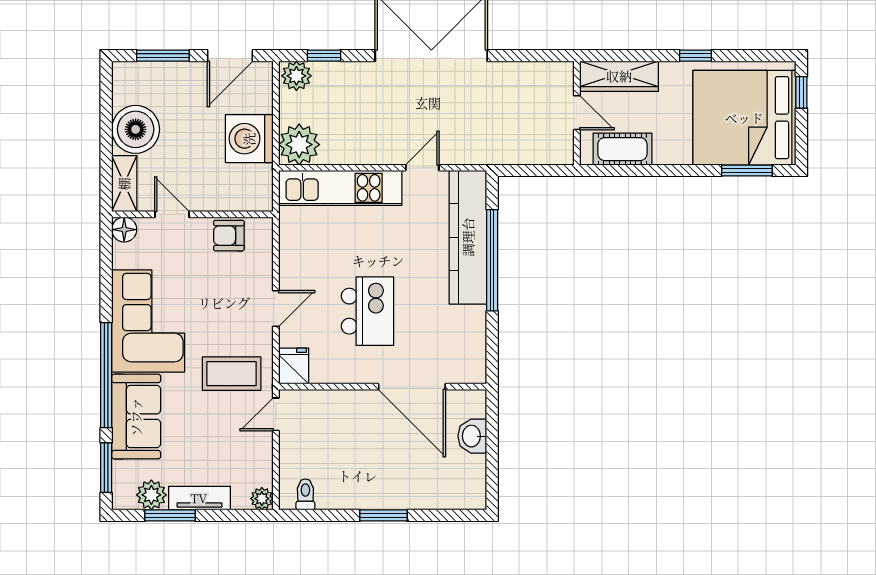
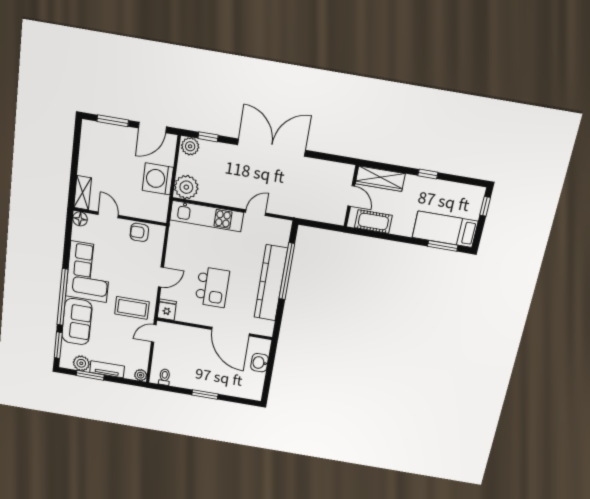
bed: (744, 118) -> (445, 229), width x0.49
boiler: (136, 129) -> (92, 162), removed
kitchen counter: (468, 237) -> (271, 283), moved

